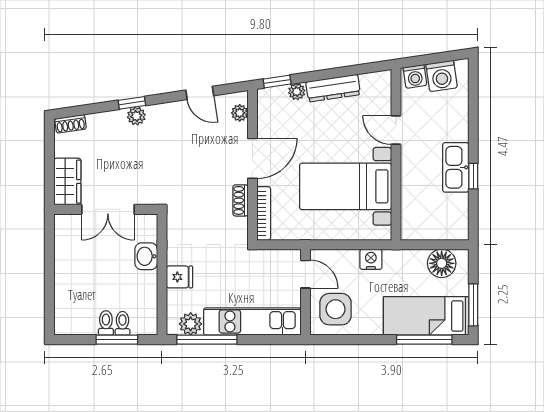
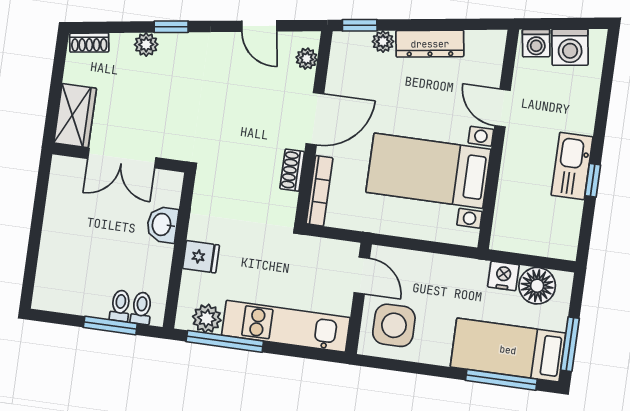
plant: (136, 116) -> (146, 45), moved
nightstand: (371, 259) -> (503, 276), moved
toilet: (106, 323) -> (141, 308), moved

